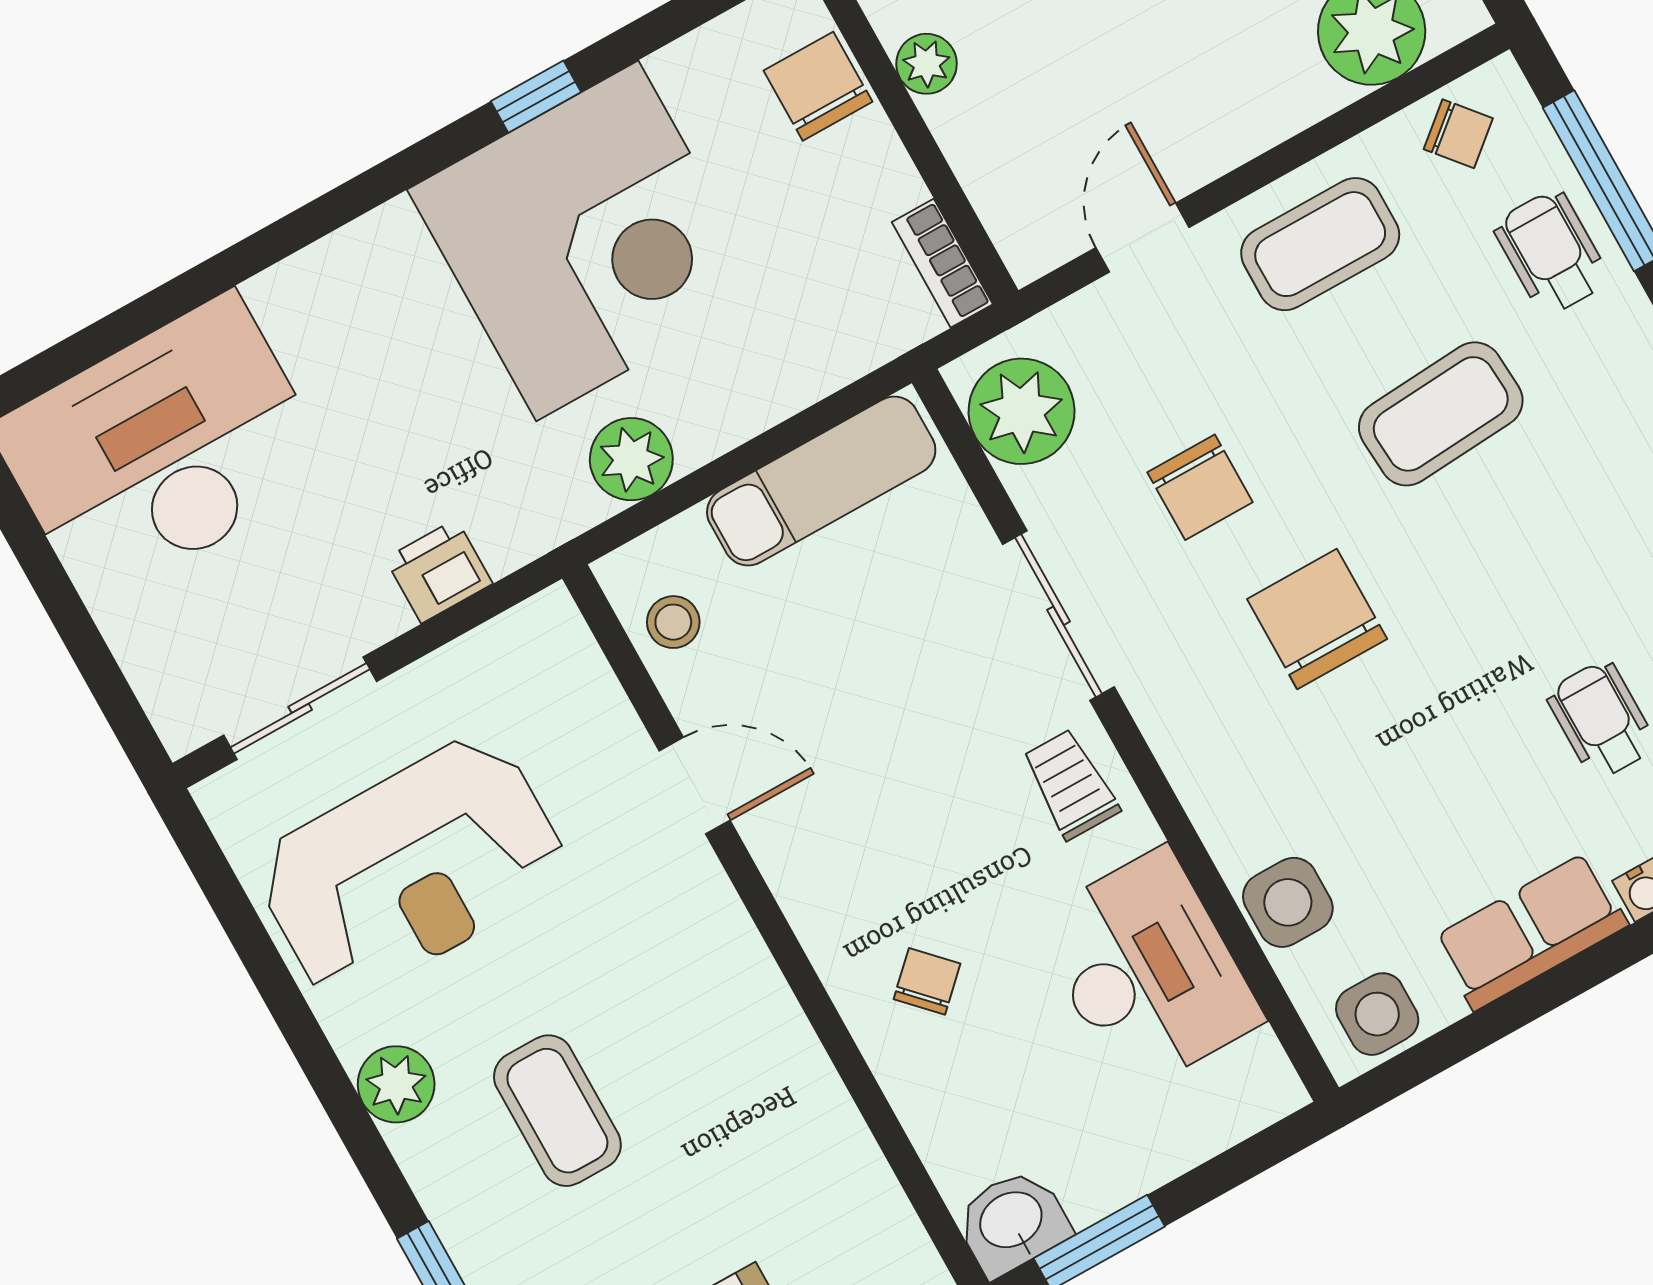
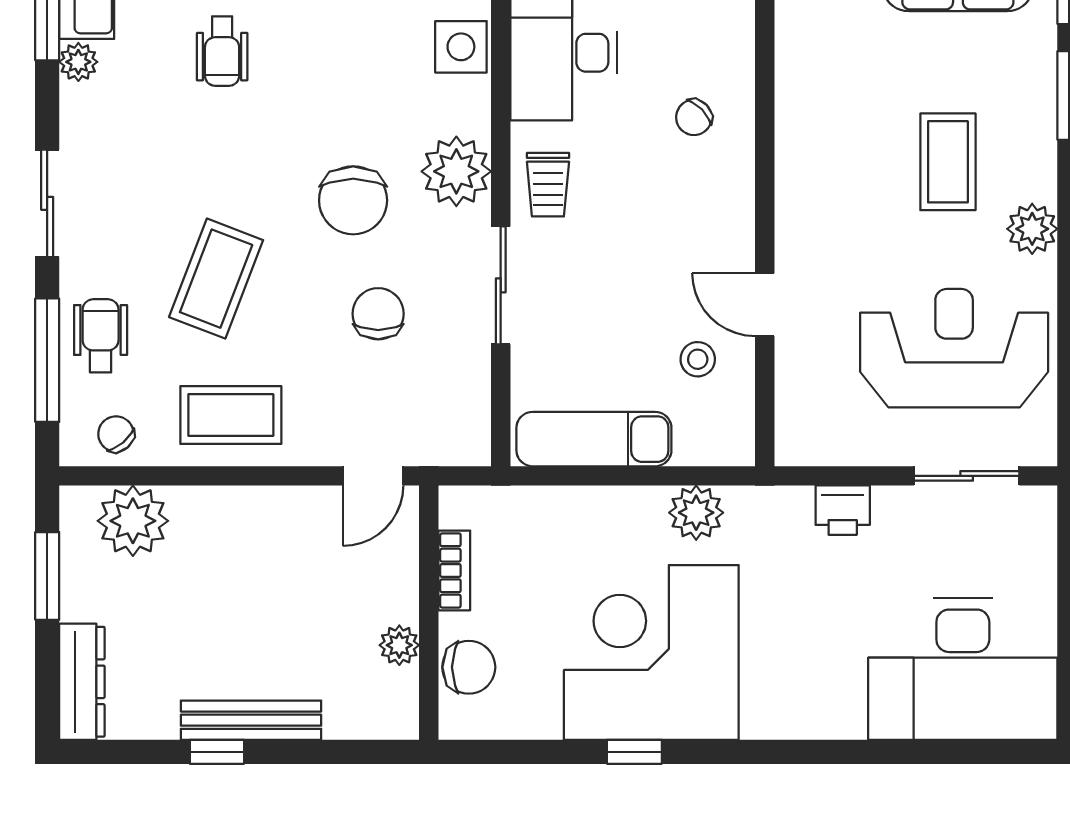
chair: (818, 86) -> (469, 667), turned -90
door: (1143, 237) -> (373, 476), moved
wheelchair: (1551, 252) -> (101, 336), turned 180
bookcase: (942, 263) -> (454, 570), moved
plant: (1022, 411) -> (456, 171), moved
coffee table: (1441, 414) -> (216, 279), turned -65
stool: (673, 622) -> (698, 359), moved

